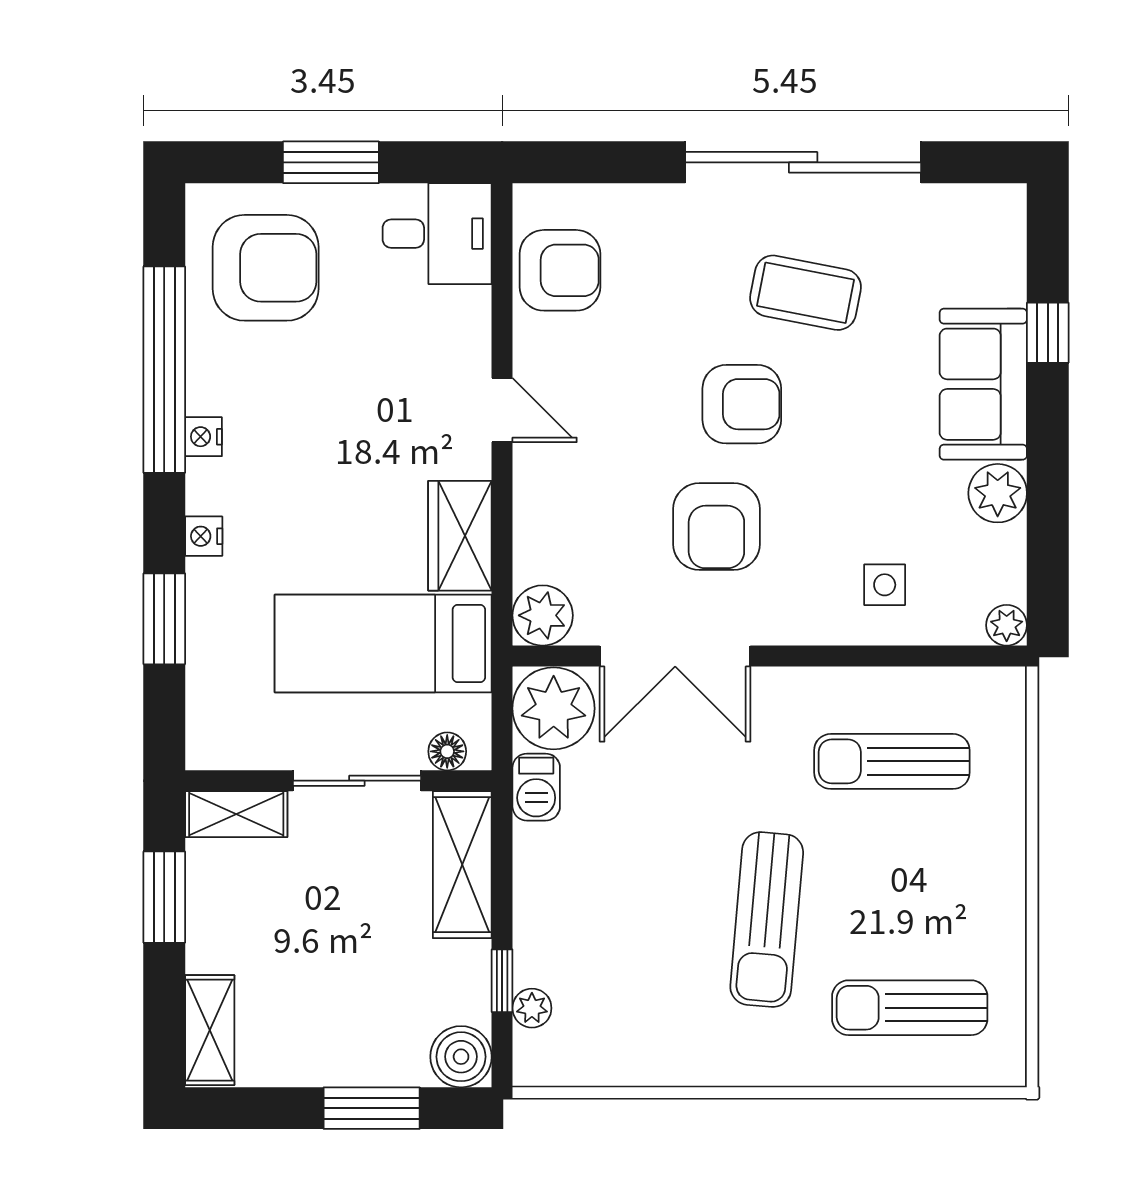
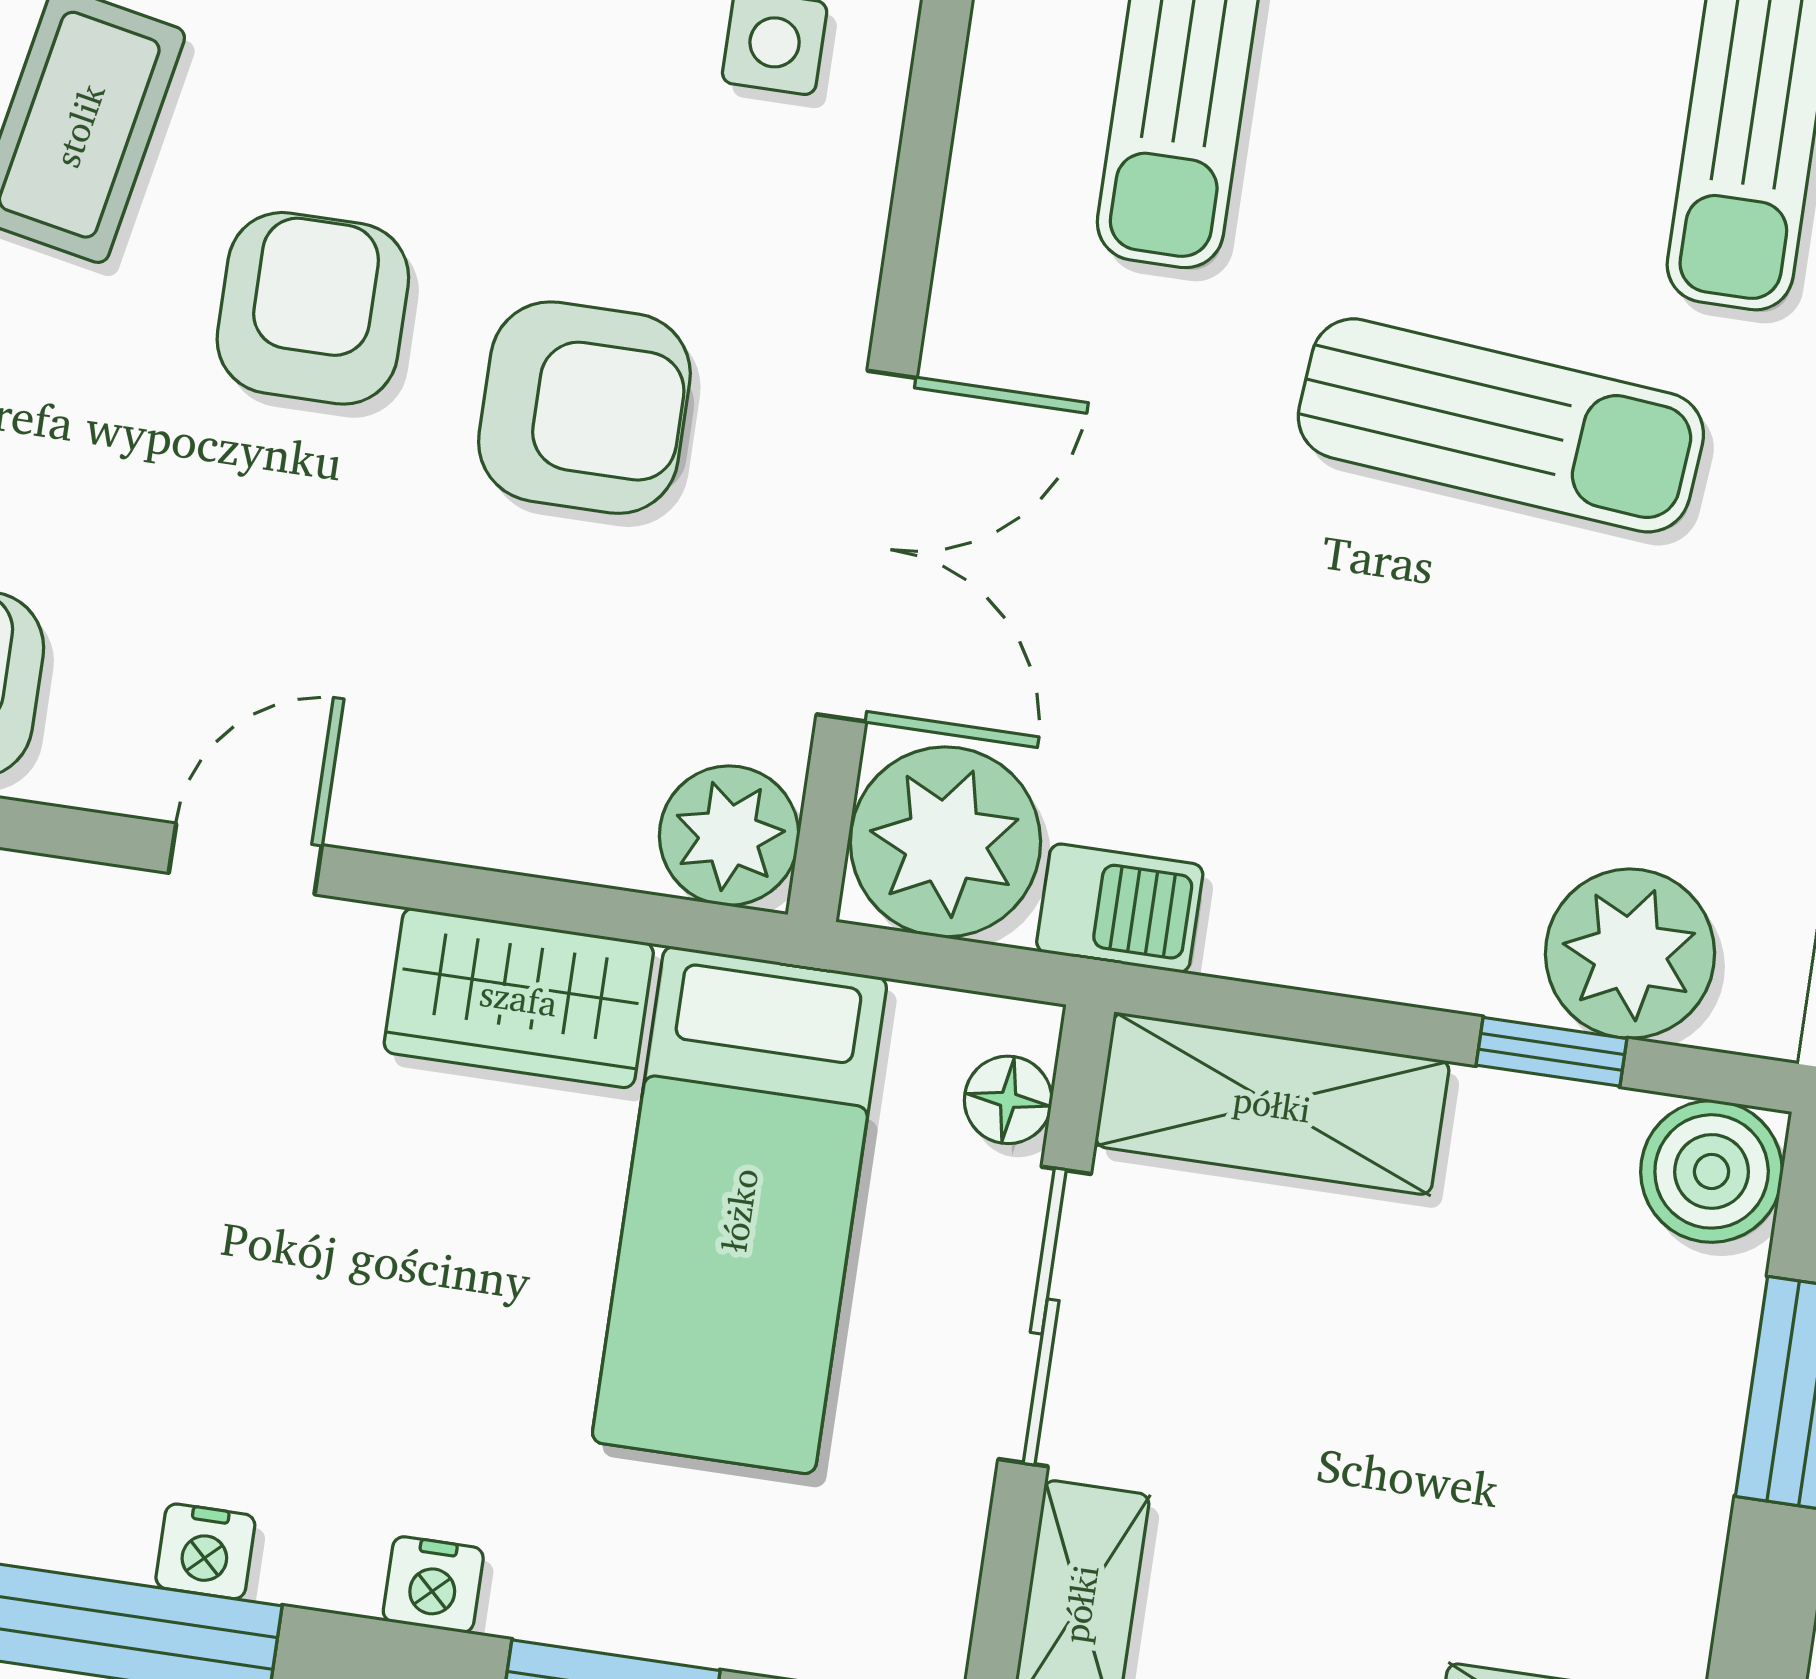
plant: (532, 1008) -> (1630, 954), width x1.87, depth x1.87

